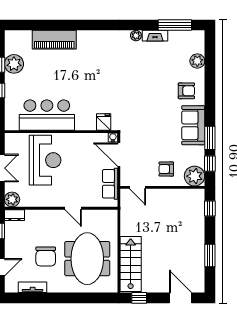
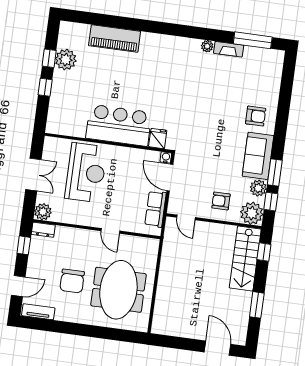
plant: (197, 61) -> (258, 188), moved
bar counter: (47, 115) -> (119, 125), moved
stairs: (131, 264) -> (245, 258), moved, turned 180
tv unit: (33, 287) -> (38, 312), moved
window: (139, 298) -> (171, 342), removed

